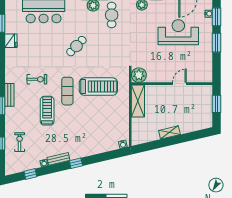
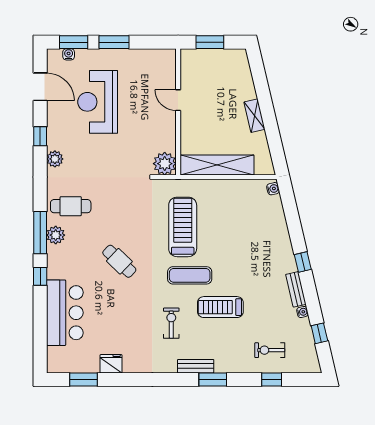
shelving: (138, 101) -> (217, 165), width x1.47

